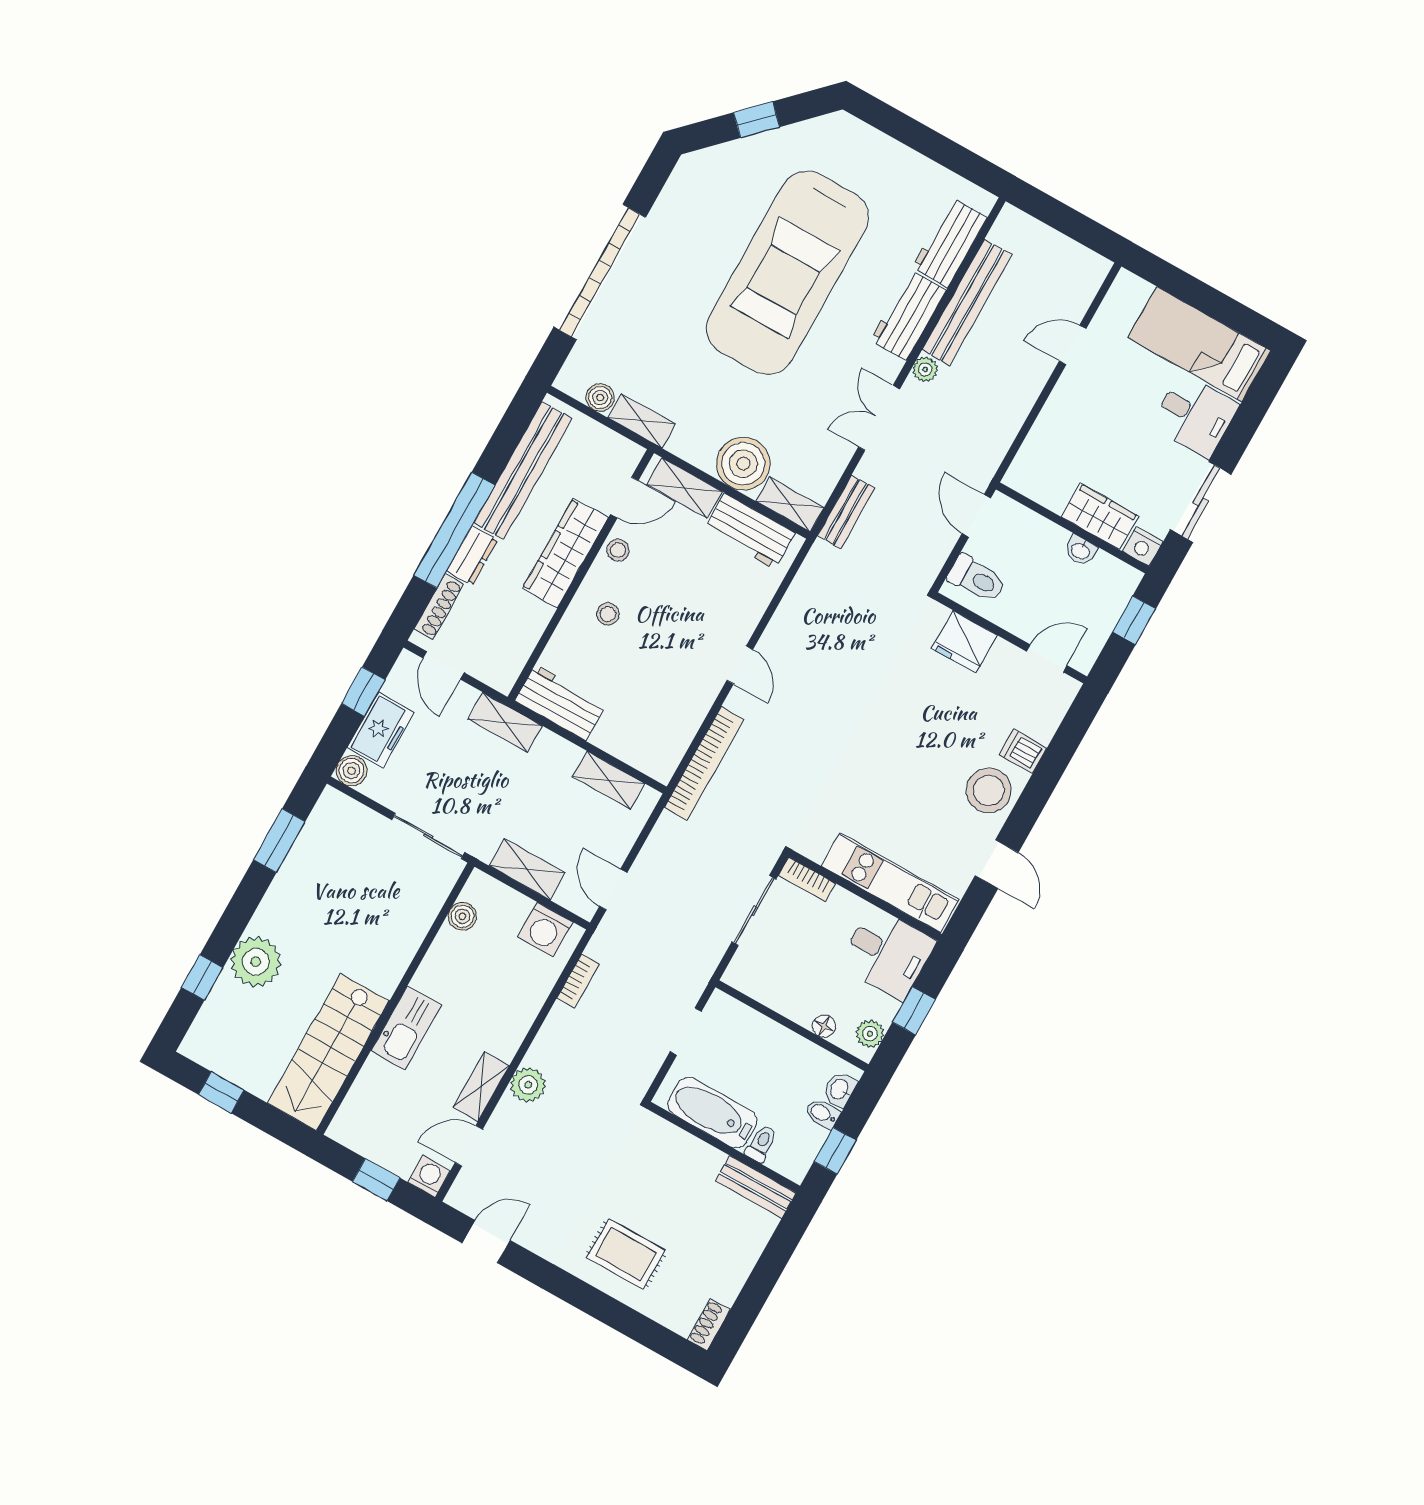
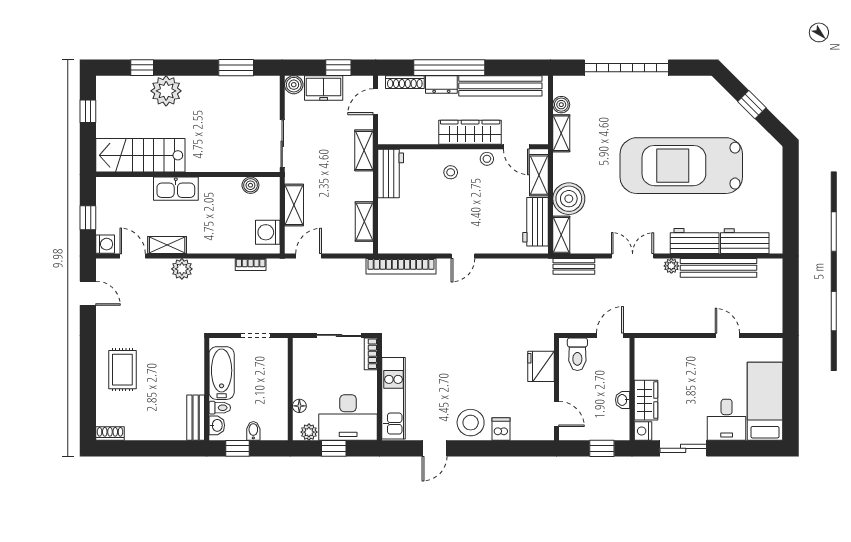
desk: (887, 953) -> (348, 417), width x1.37
washbasin: (840, 1089) -> (217, 425), moved, turned 90

